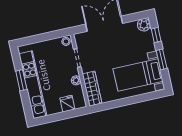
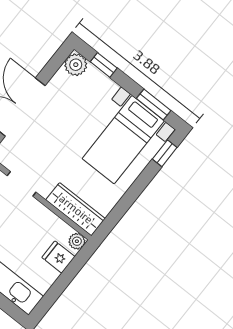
window: (162, 59) -> (154, 105), moved
plant: (76, 80) -> (77, 241), moved
window: (151, 96) -> (165, 153), added

